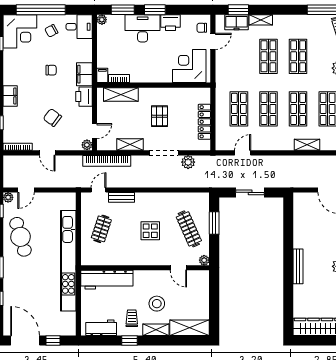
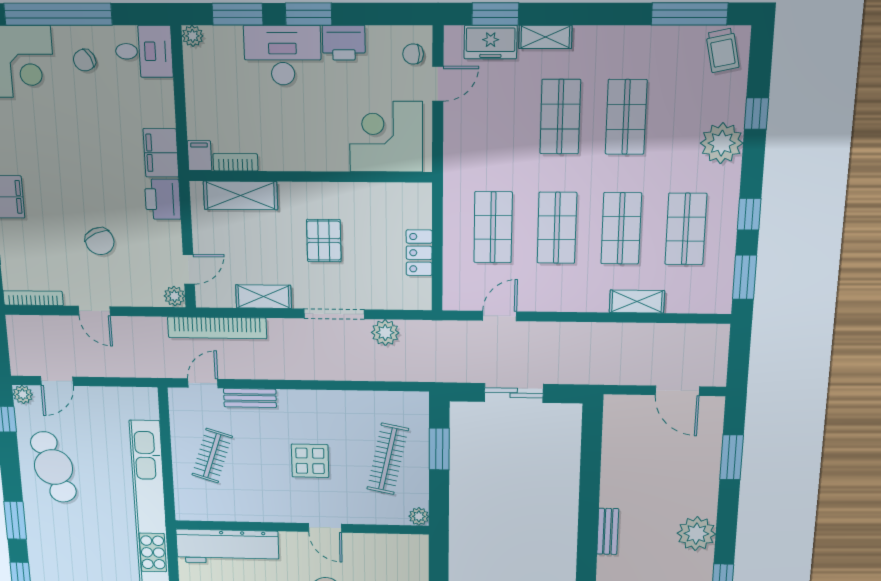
chair: (51, 70) -> (90, 144), removed
chair: (52, 118) -> (100, 241), turned -152
locker: (204, 122) -> (419, 253), width x0.66
clothes rail: (189, 229) -> (388, 459), turned 36
bench: (298, 266) -> (608, 531), width x0.73
door: (178, 268) -> (325, 528), moved

